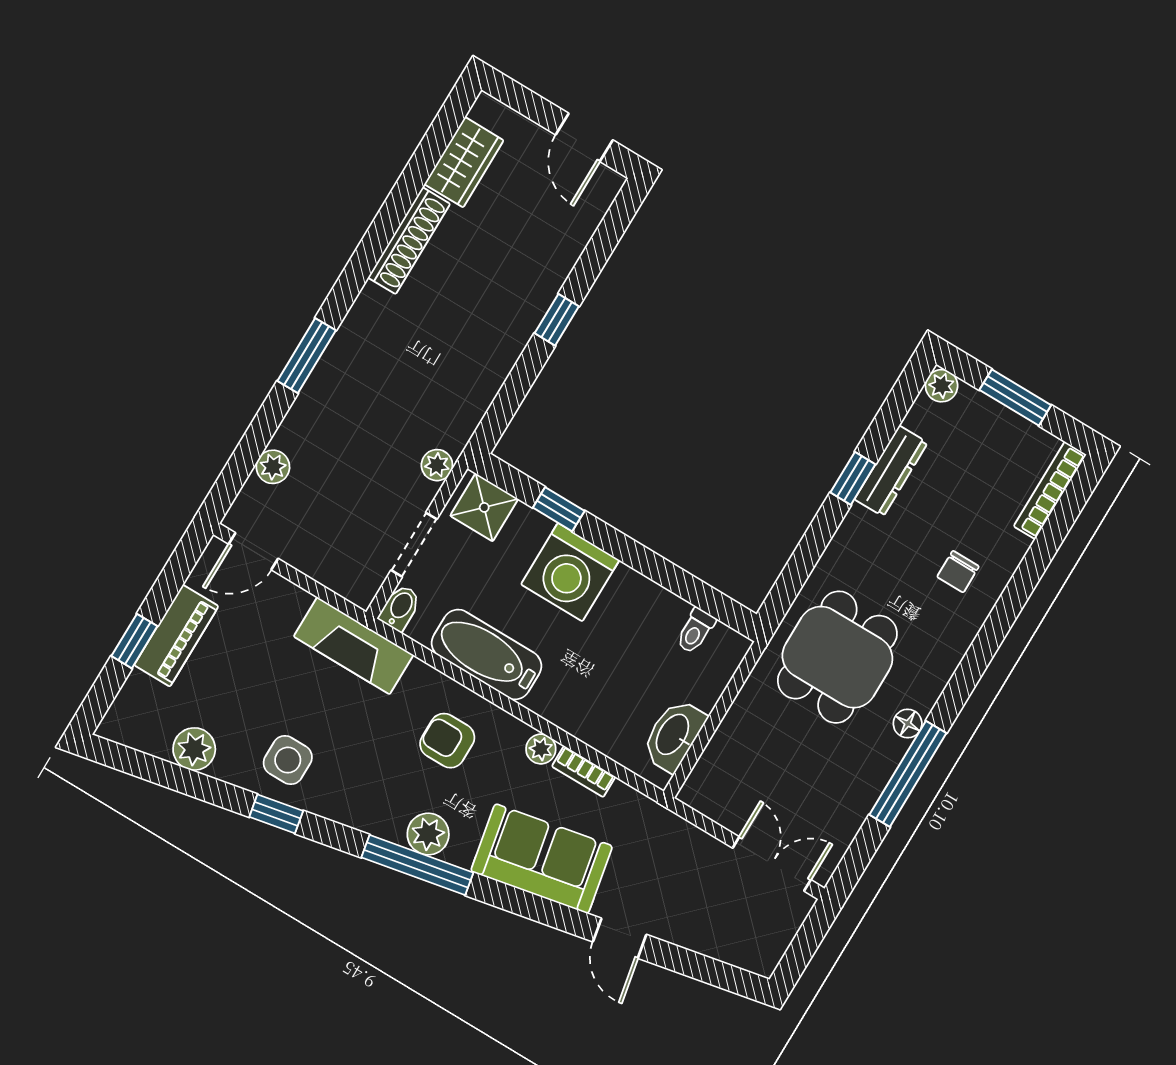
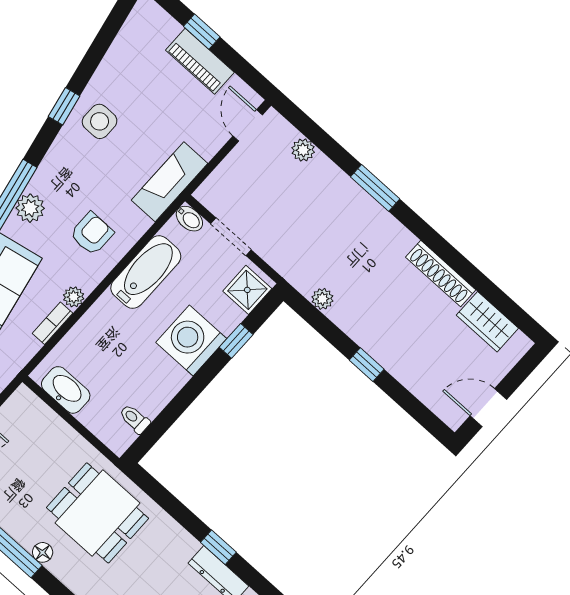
plant: (437, 465) -> (322, 299), moved
plant: (194, 749) -> (120, 58), removed

